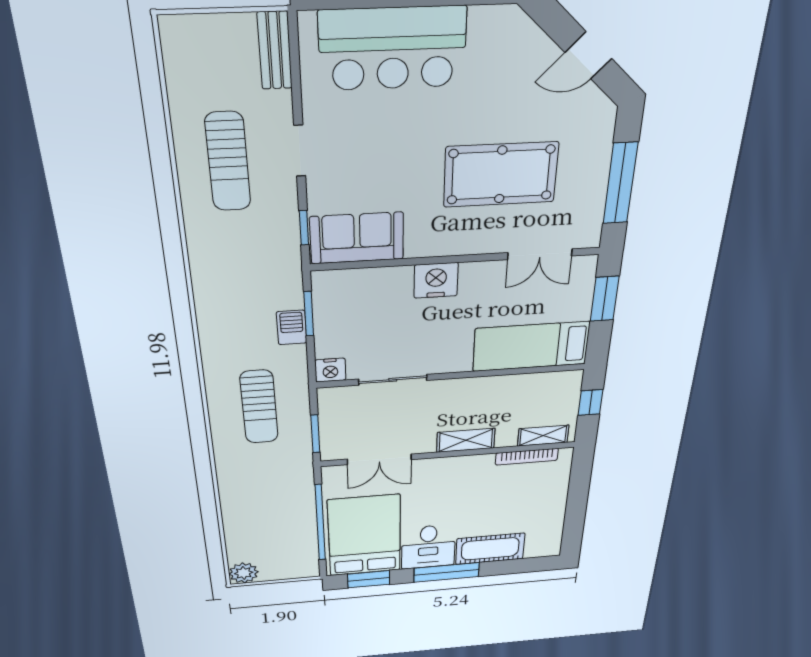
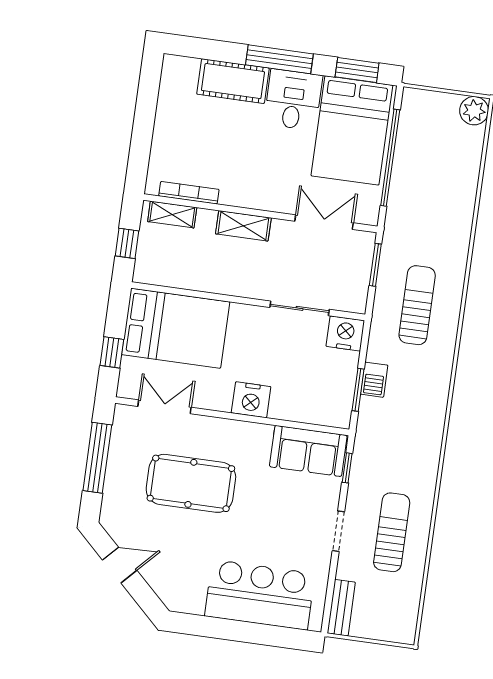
window: (605, 299) -> (112, 352), width x0.67
bed: (531, 346) -> (176, 328), width x1.50
nightstand: (330, 370) -> (345, 333), width x1.36, depth x1.33

